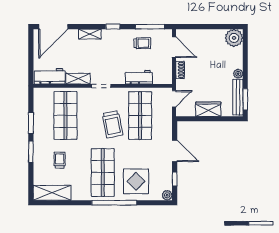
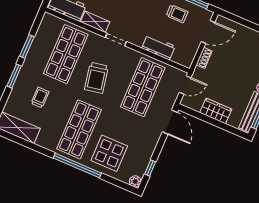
door: (174, 47) -> (208, 32), hinge flipped
trolley: (112, 124) -> (96, 78), moved
door: (175, 151) -> (170, 122), moved

